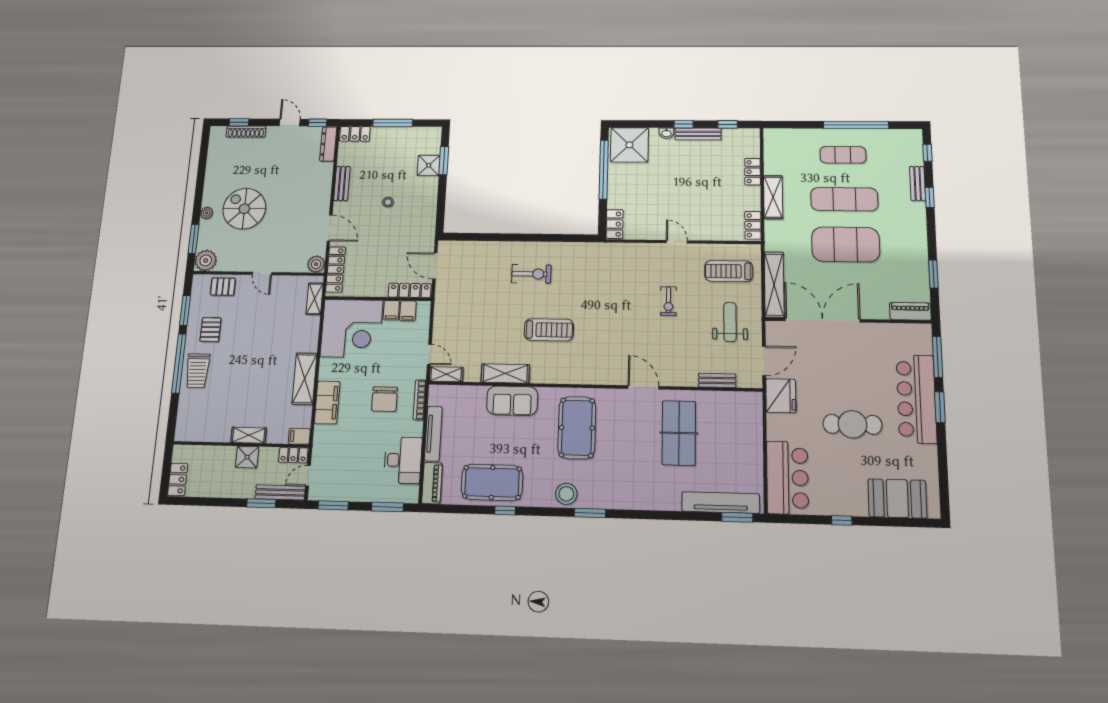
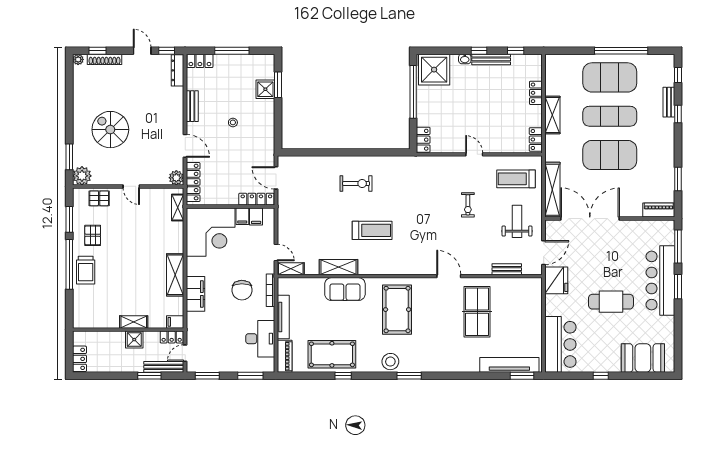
exercise mat: (843, 155) -> (610, 77), width x2.00, depth x1.45
plant: (207, 213) -> (78, 59), moved

